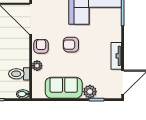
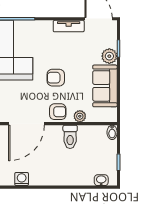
armchair: (71, 45) -> (56, 78), turned 90
armchair: (41, 46) -> (58, 112), turned 180
toilet: (19, 74) -> (70, 137), moved

